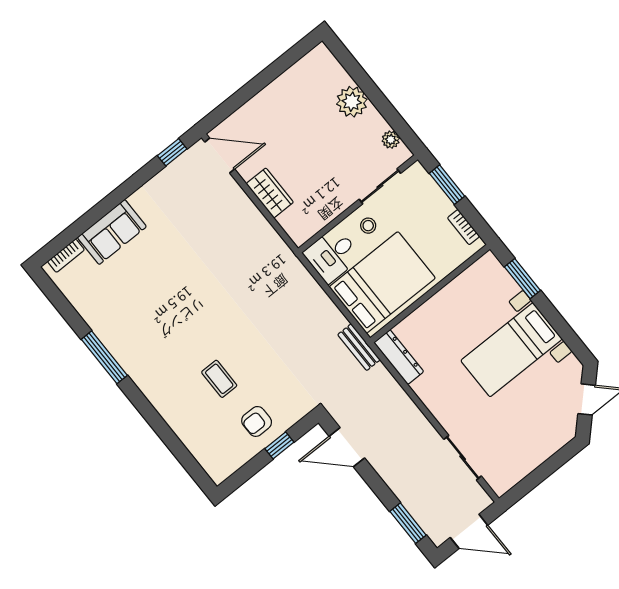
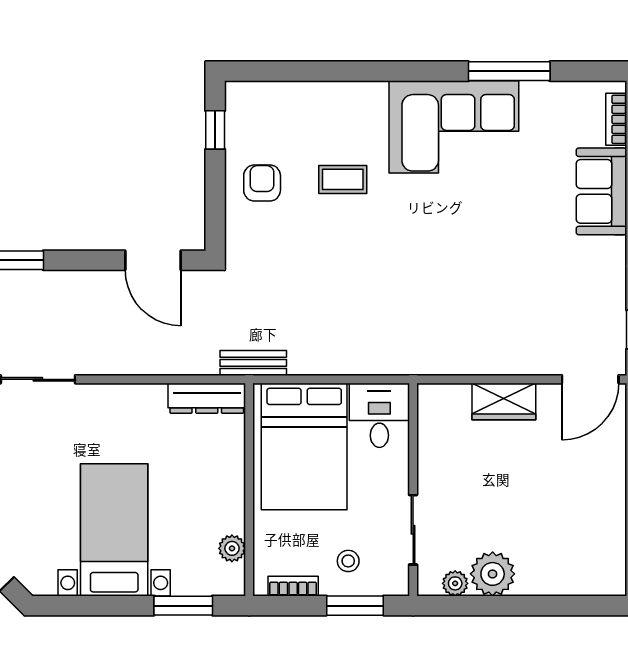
plant: (352, 102) -> (493, 574), moved
stool: (368, 226) -> (348, 561), moved
plant: (470, 277) -> (232, 548), added
corner sofa: (142, 341) -> (454, 127), added
window: (104, 357) -> (509, 71), moved
window: (279, 445) -> (215, 130), moved
door: (347, 447) -> (153, 260), swing flipped

